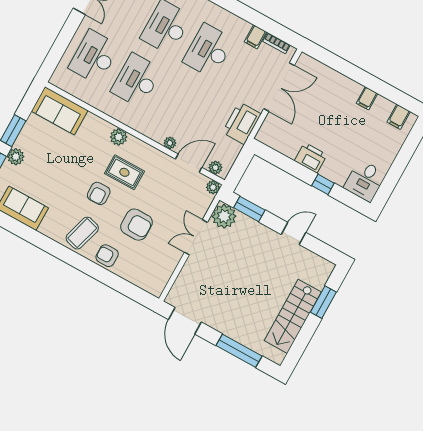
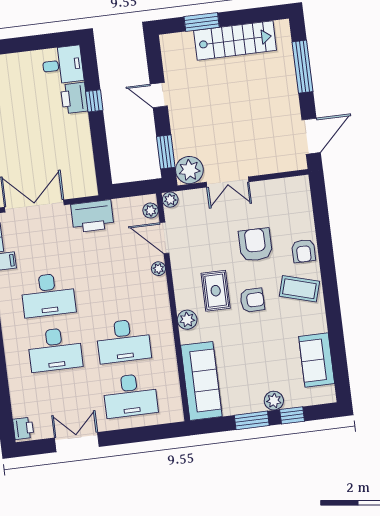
sofa: (60, 111) -> (201, 381), width x1.36
printer: (311, 158) -> (74, 98), moved

